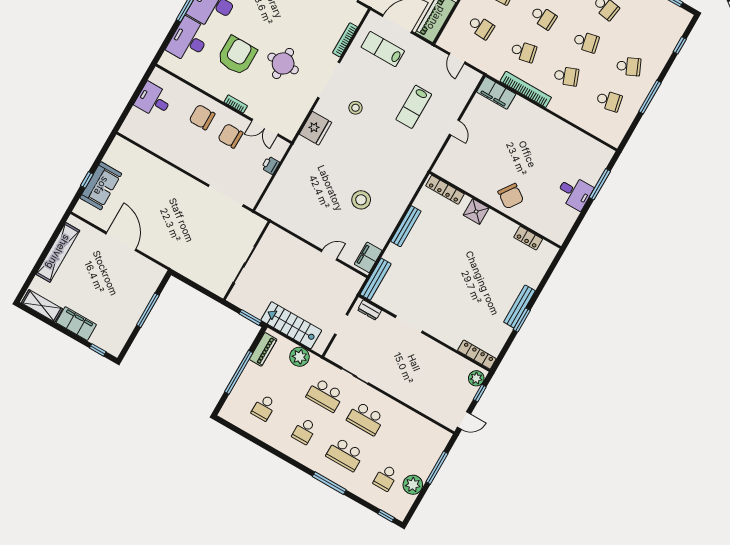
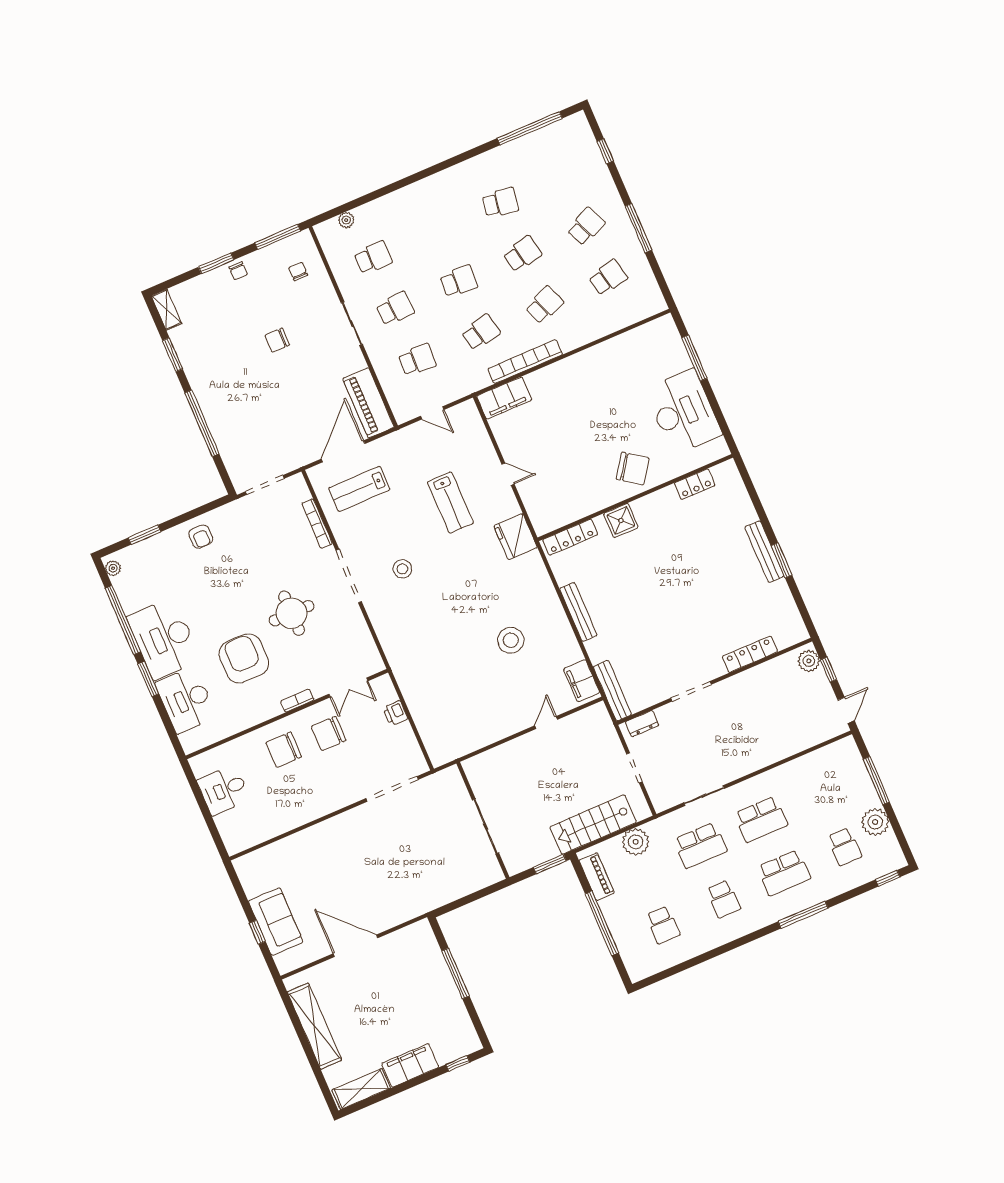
fridge: (315, 128) -> (516, 537), moved, turned 180
desk: (575, 192) -> (683, 412), width x1.87, depth x1.30
locker: (477, 355) -> (750, 654), moved

